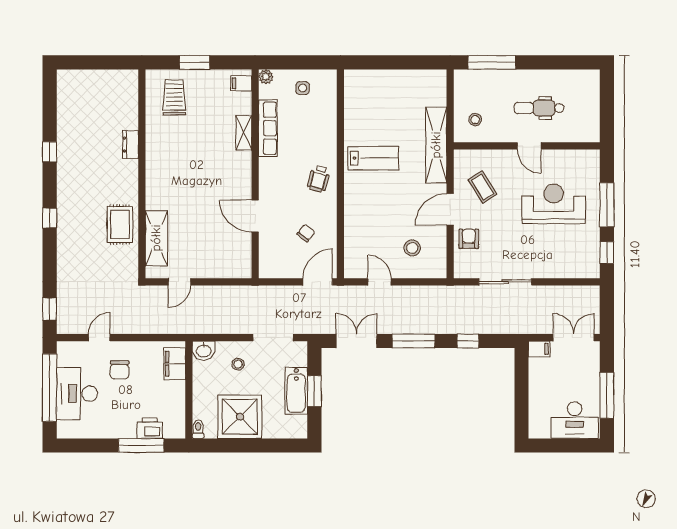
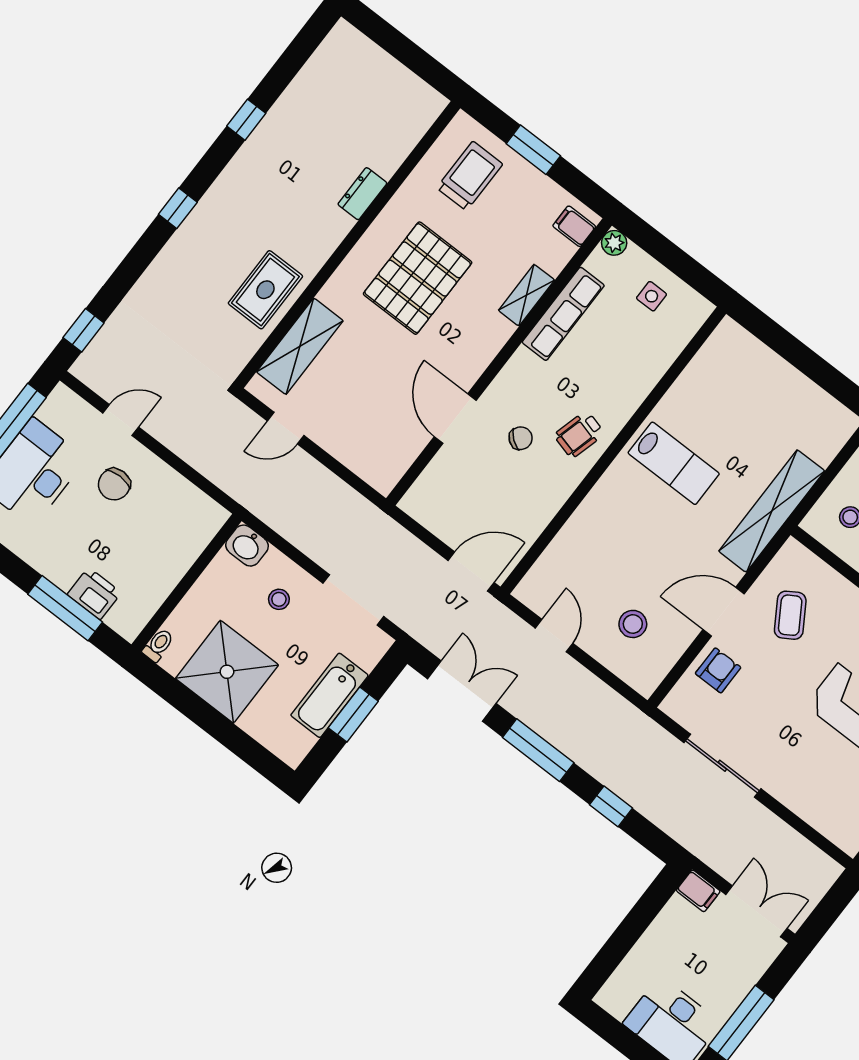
pallet: (187, 164) -> (418, 278), added
chair: (306, 233) -> (521, 438), moved
filing cabinet: (175, 364) -> (194, 533), removed

